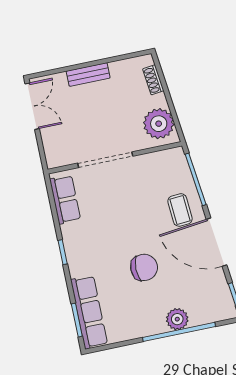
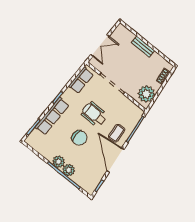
double door: (32, 106) -> (100, 46), moved
wheelchair: (128, 220) -> (94, 114), added
row of seats: (89, 312) -> (52, 116), moved
plant: (154, 324) -> (59, 162), added

